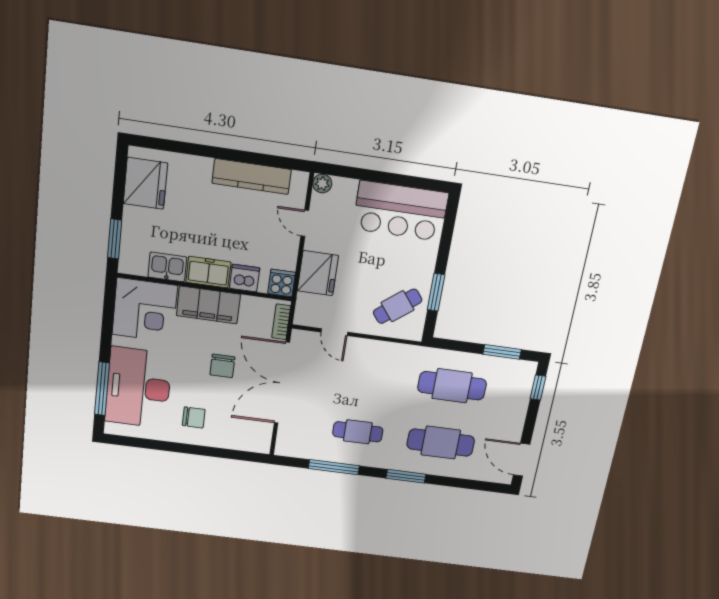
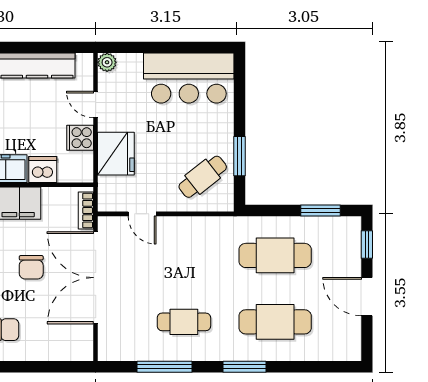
cooker: (282, 283) -> (80, 138), moved, turned -90
door: (522, 460) -> (367, 297), moved

